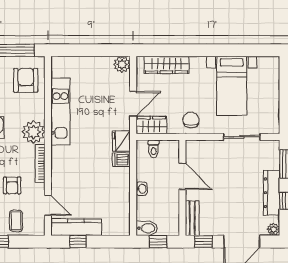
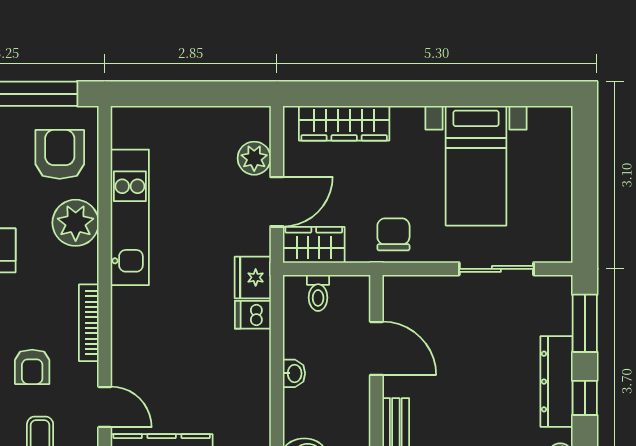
plant: (122, 64) -> (254, 158), moved
plant: (34, 132) -> (76, 223), moved

